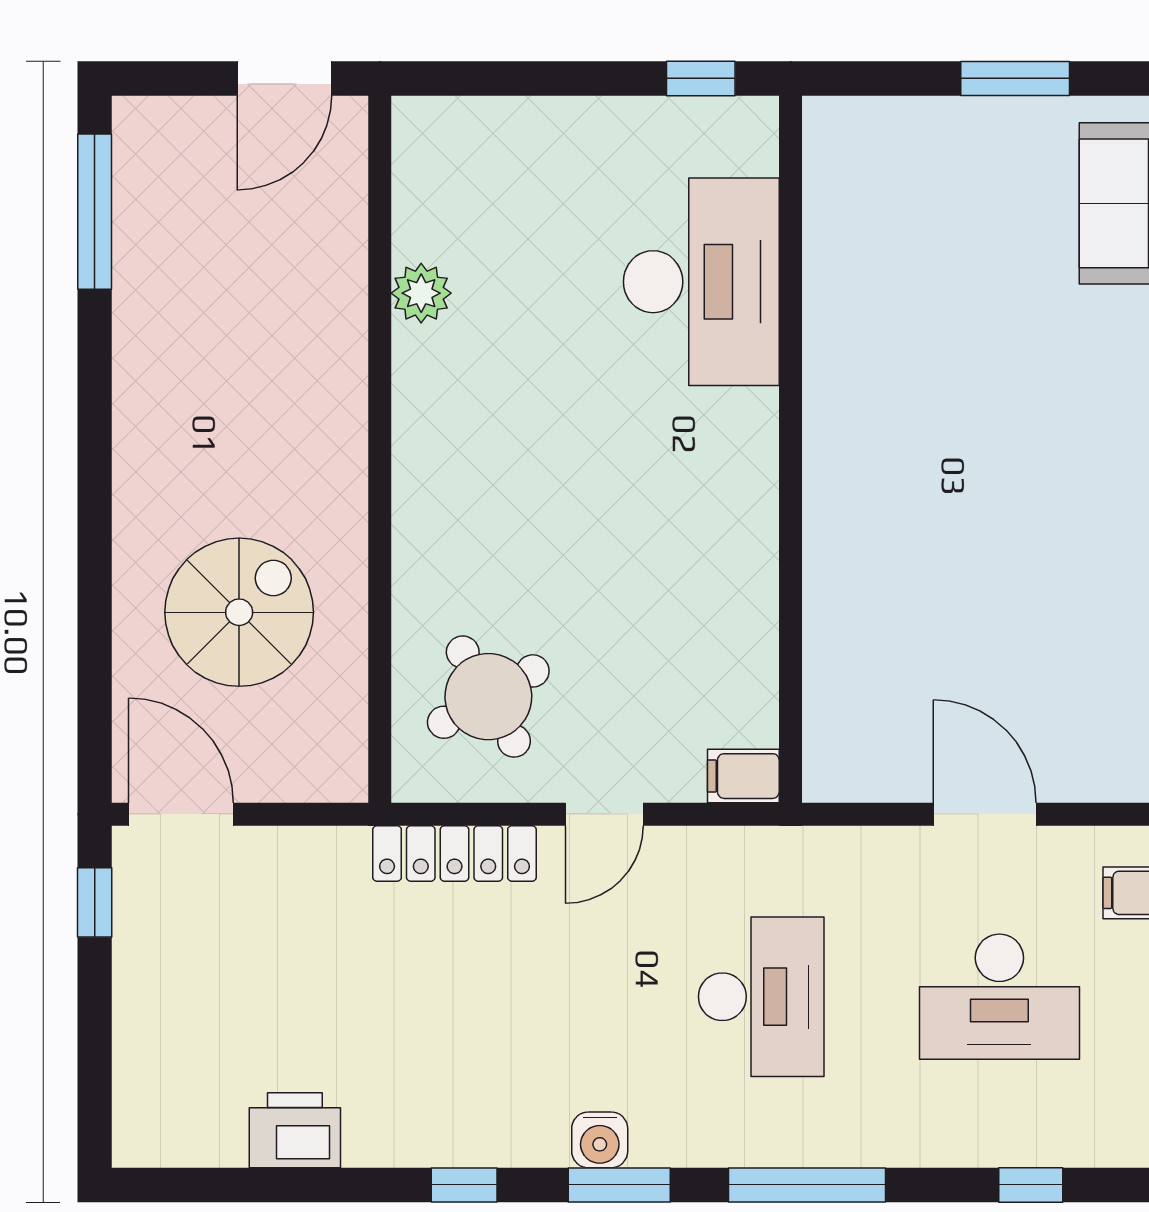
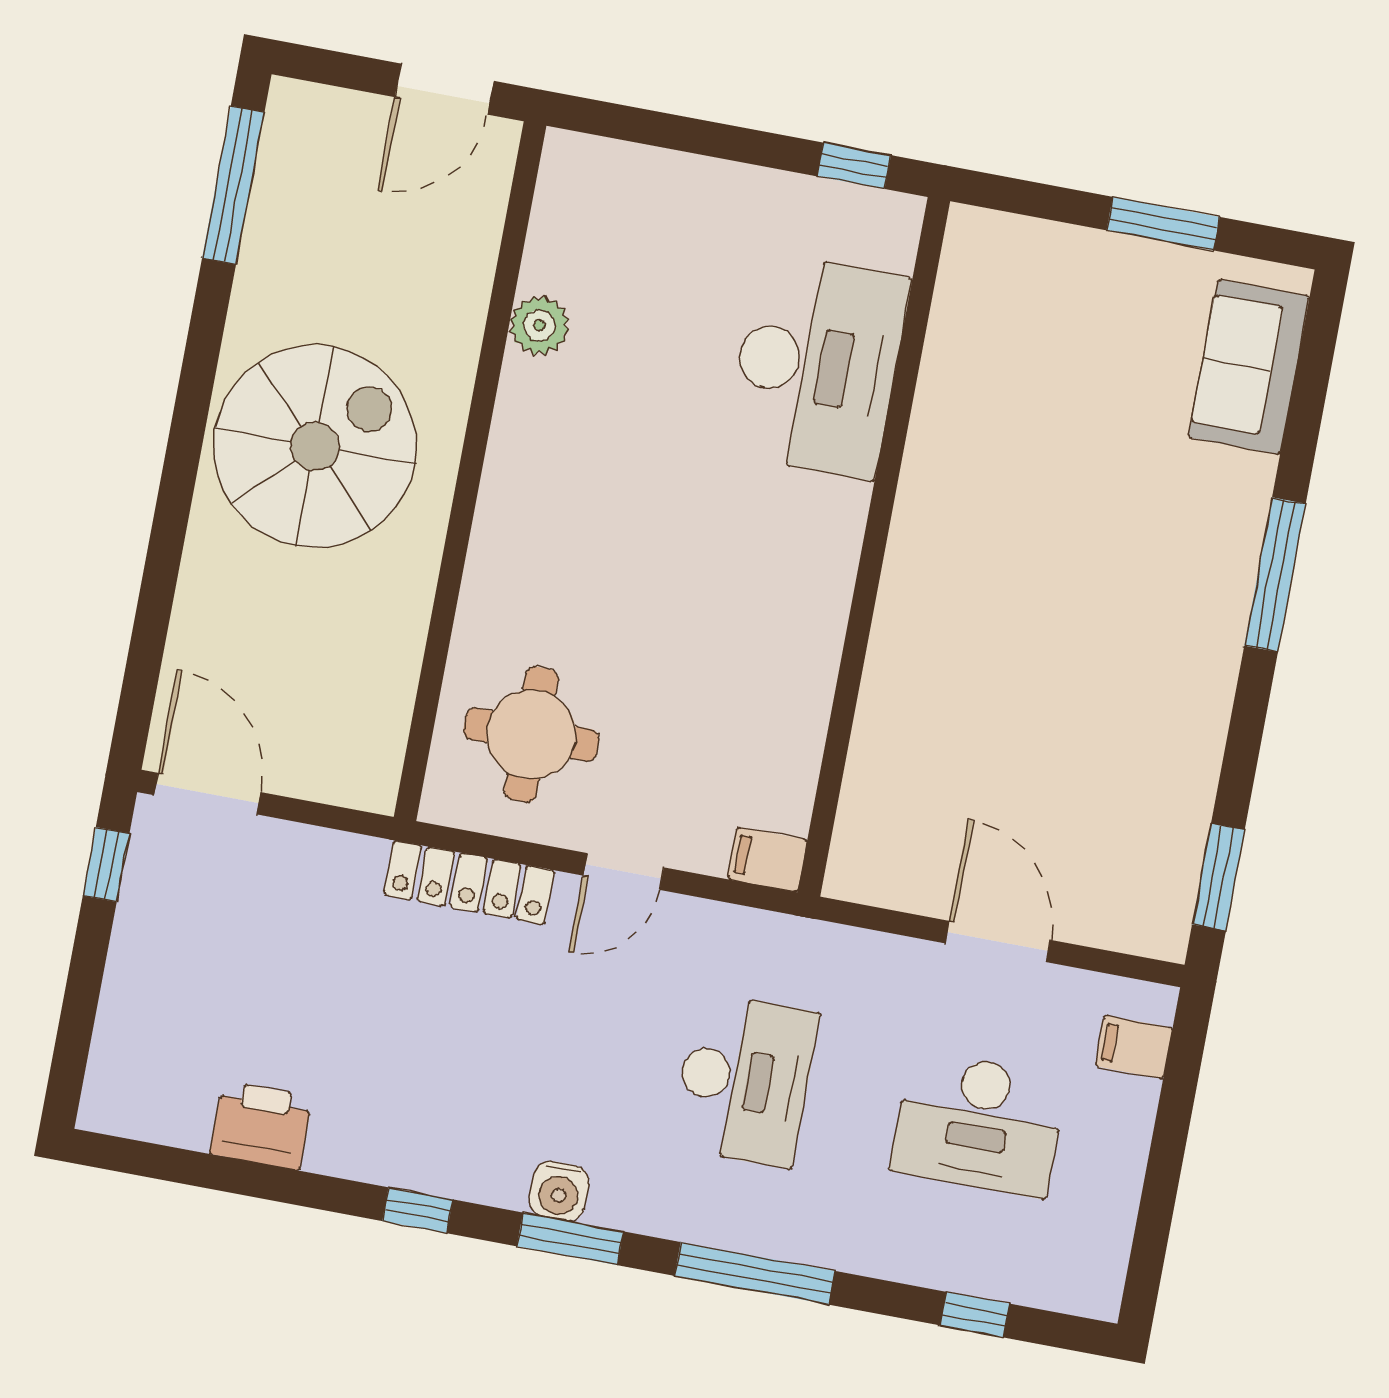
spiral stairs: (239, 612) -> (315, 446), moved, width x1.37, depth x1.37
round table: (488, 697) -> (531, 735), turned 30

